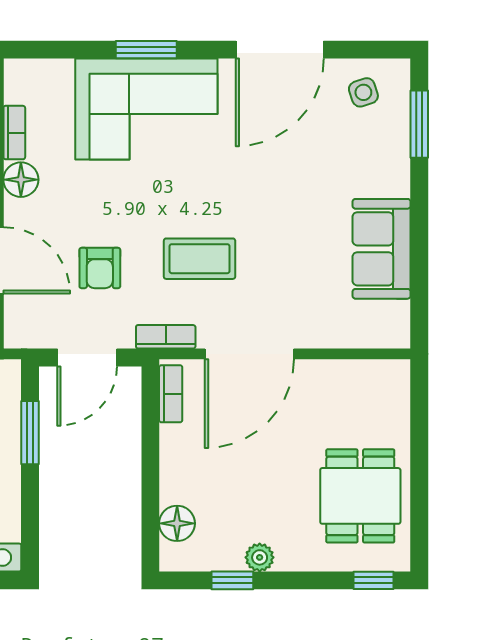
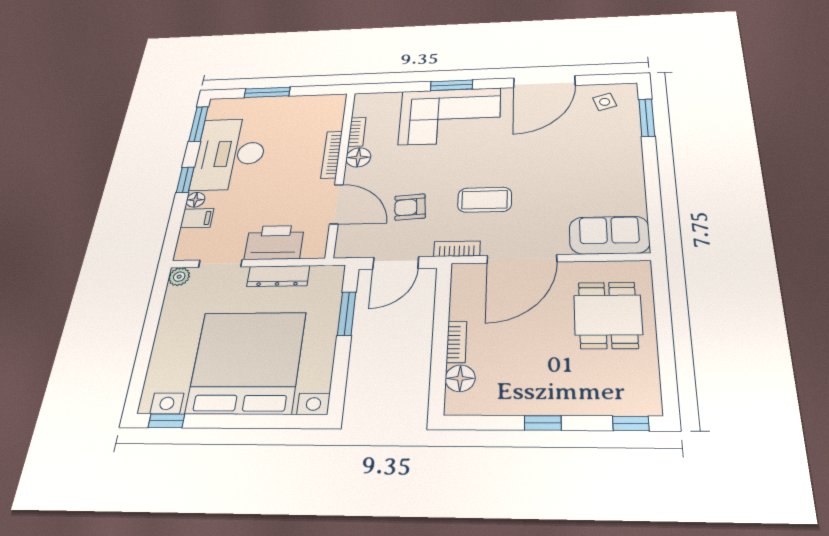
sofa: (382, 249) -> (609, 235), moved, turned 90
armchair: (100, 268) -> (410, 207), turned 86
bookcase: (171, 394) -> (456, 342), moved
dining table: (360, 496) -> (608, 315), moved
plant: (260, 557) -> (530, 405), removed
window: (232, 580) -> (543, 423), moved

